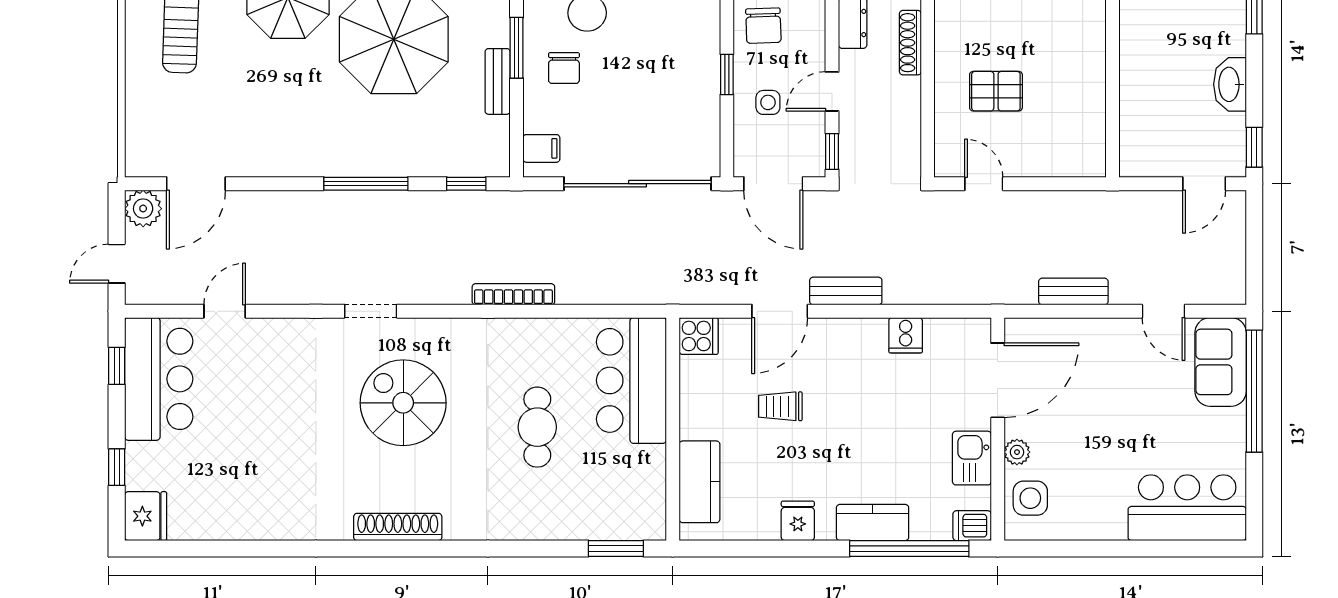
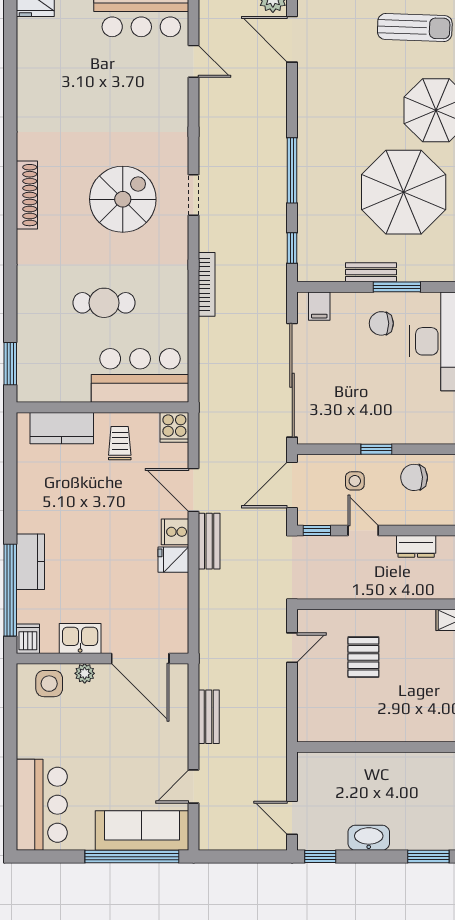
shoe rack: (910, 43) -> (401, 591), removed
doorway: (371, 311) -> (194, 195), moved
cooker: (906, 335) -> (175, 532), moved
sofa: (1221, 362) -> (142, 831), width x1.36
trolley: (780, 406) -> (120, 443), moved
fridge: (798, 521) -> (173, 560), moved, turned 180

